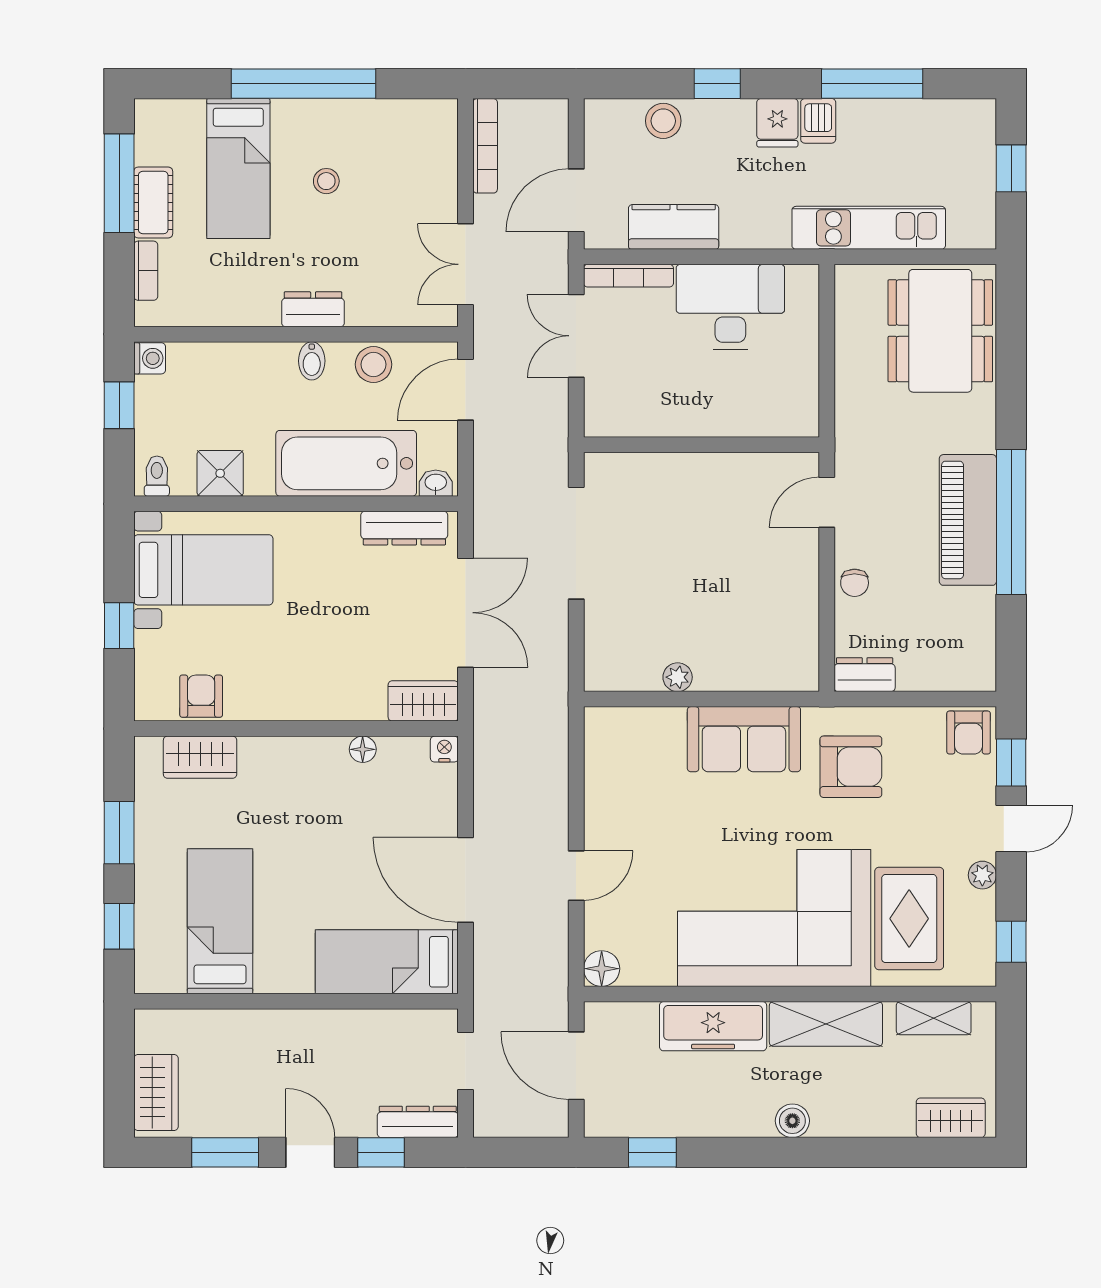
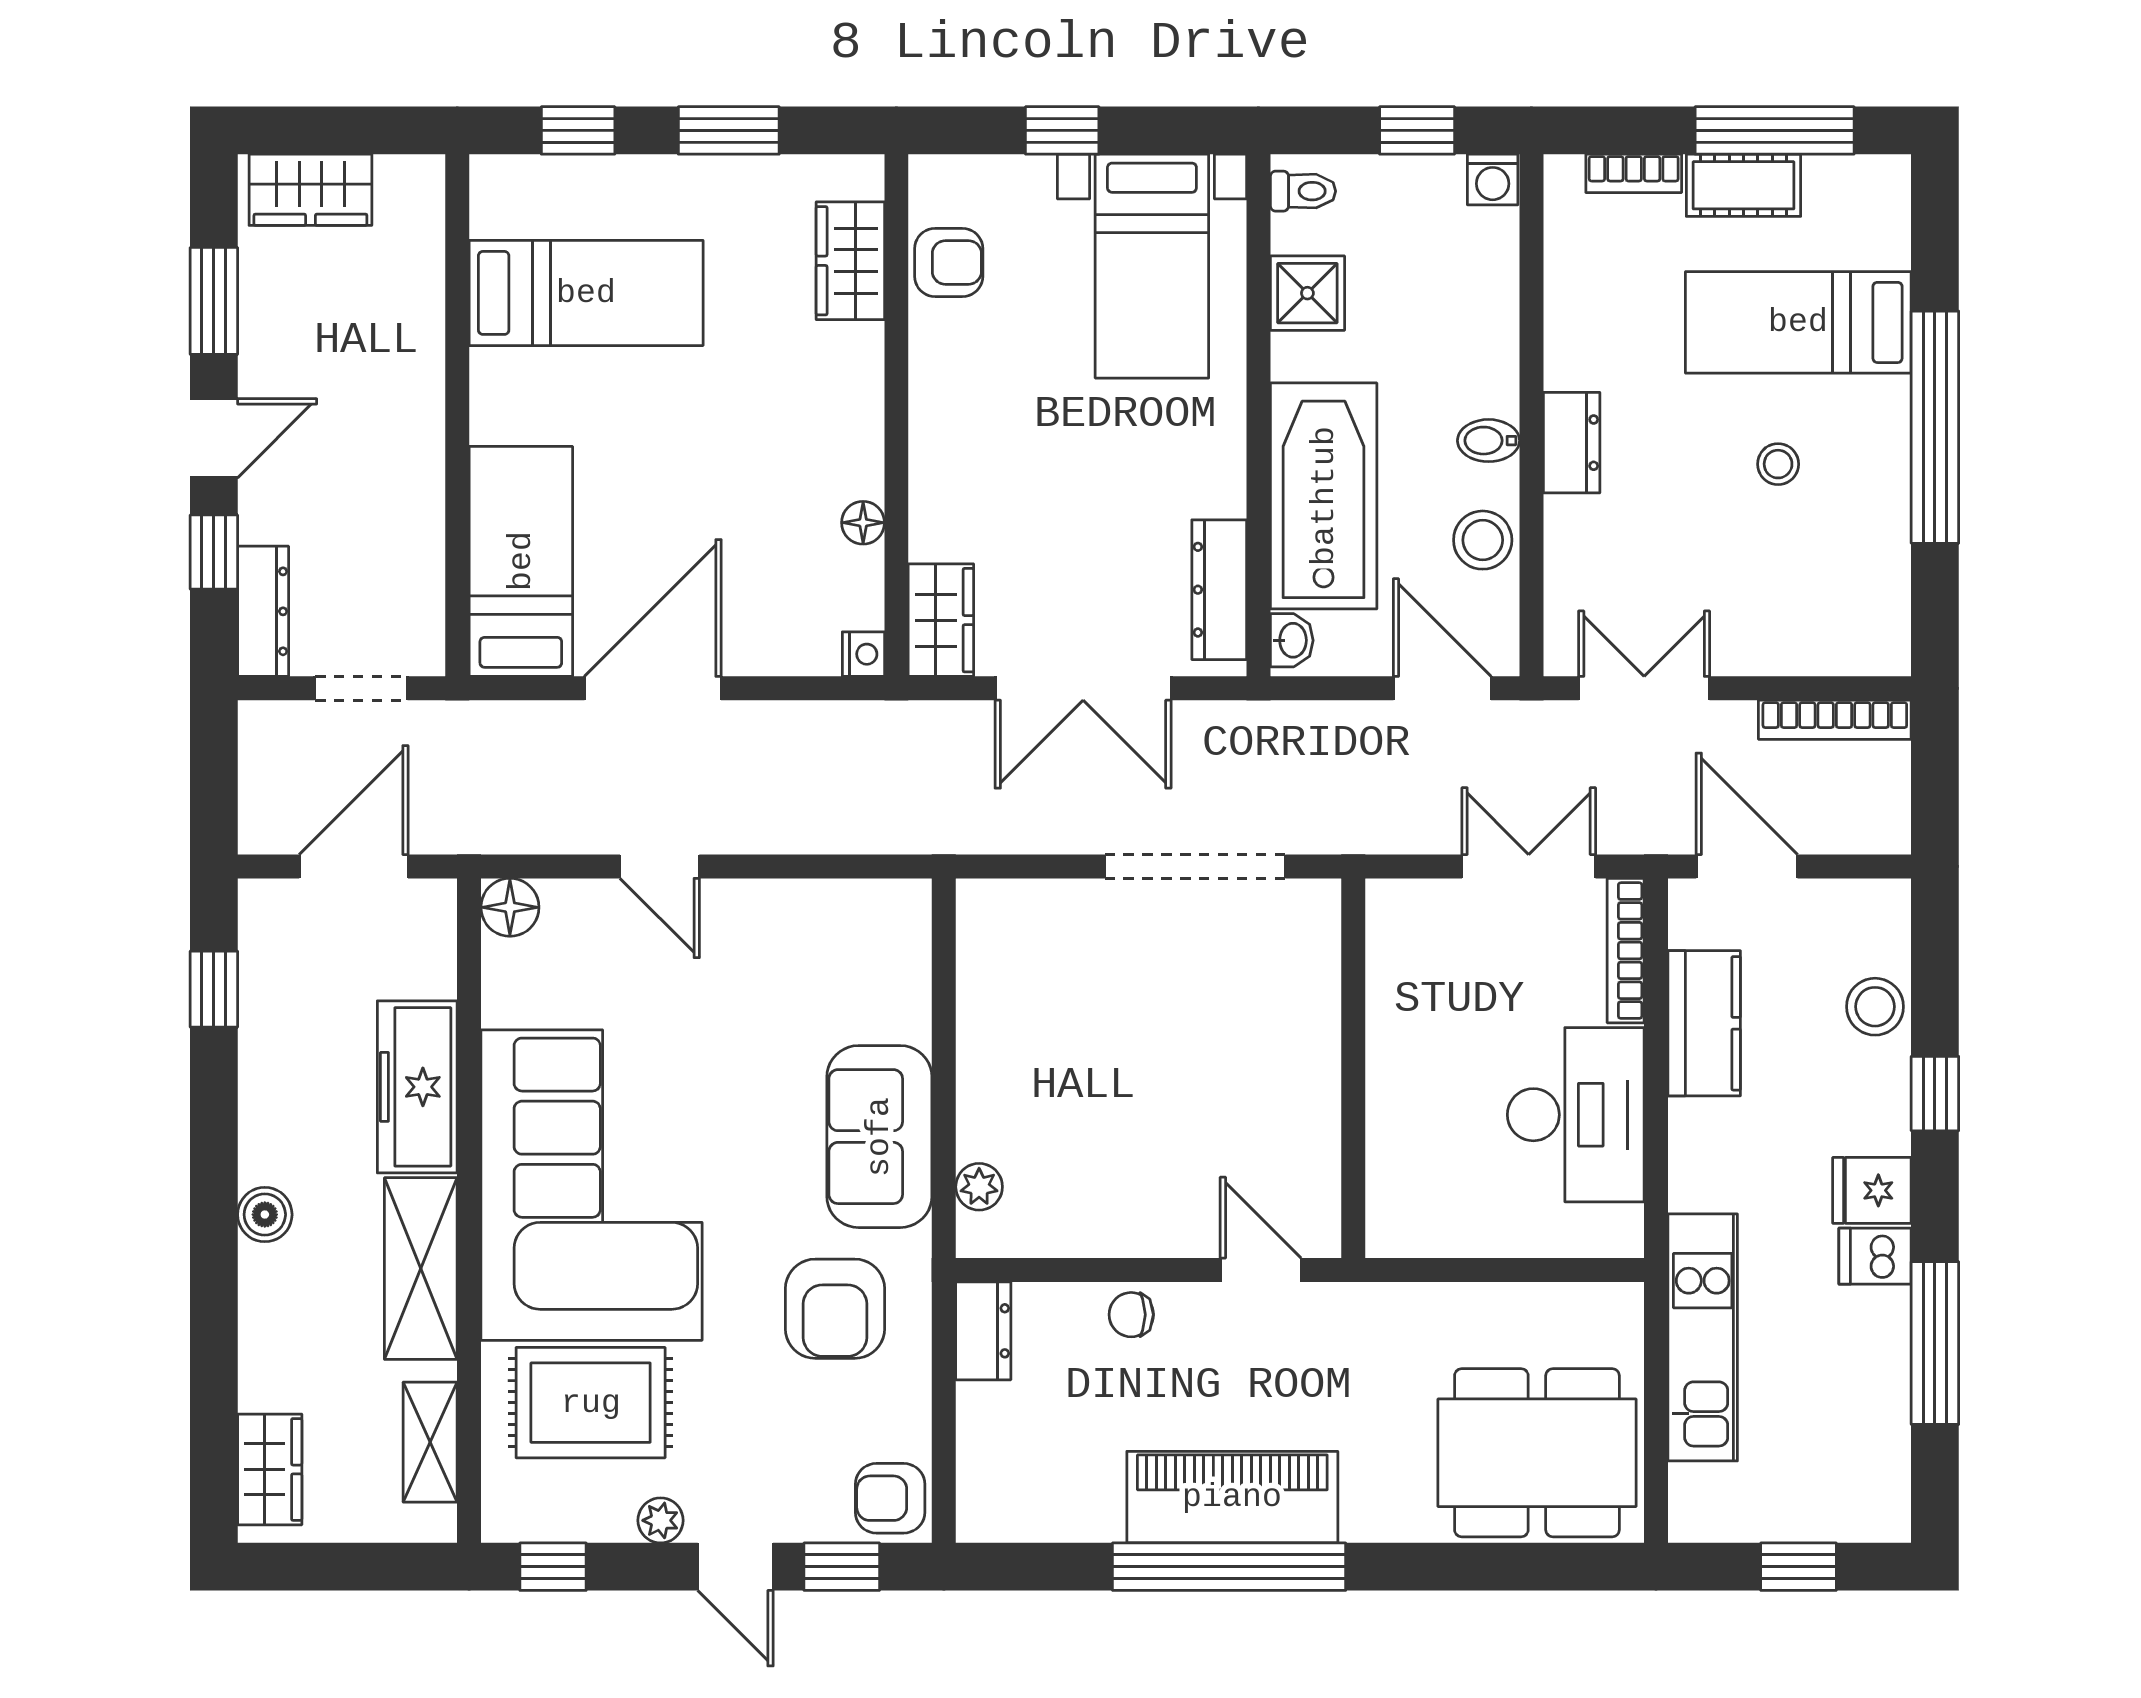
plant: (678, 677) -> (979, 1187), moved

